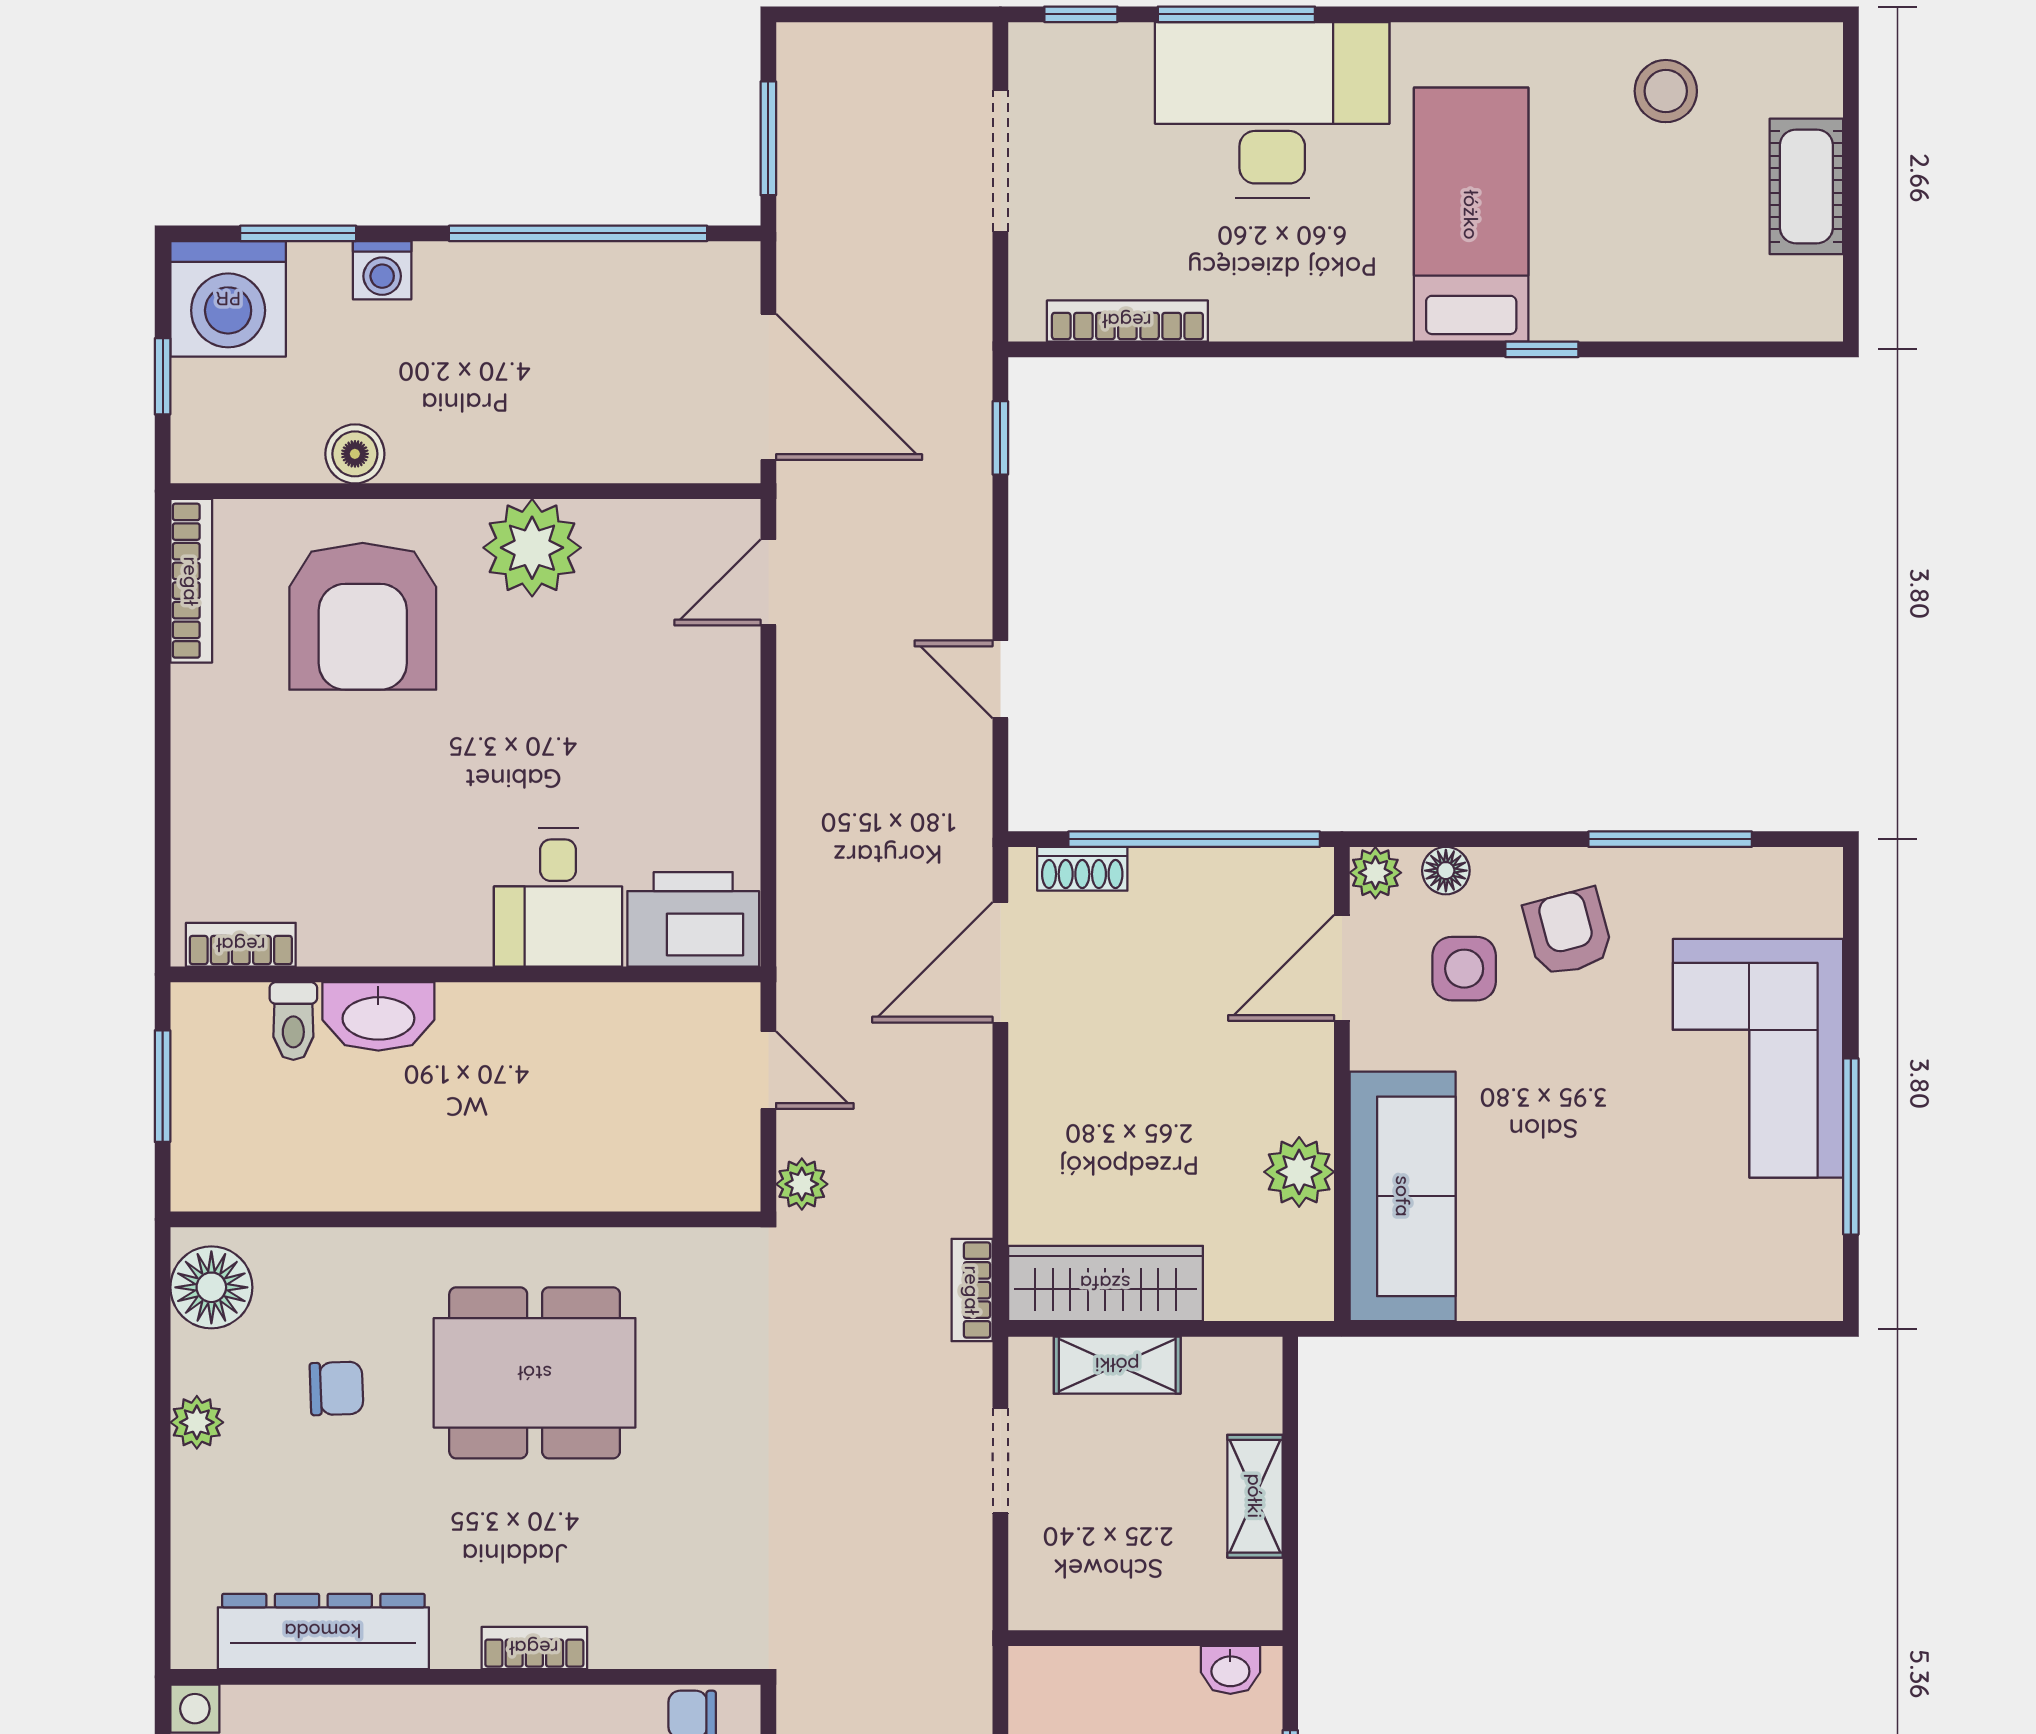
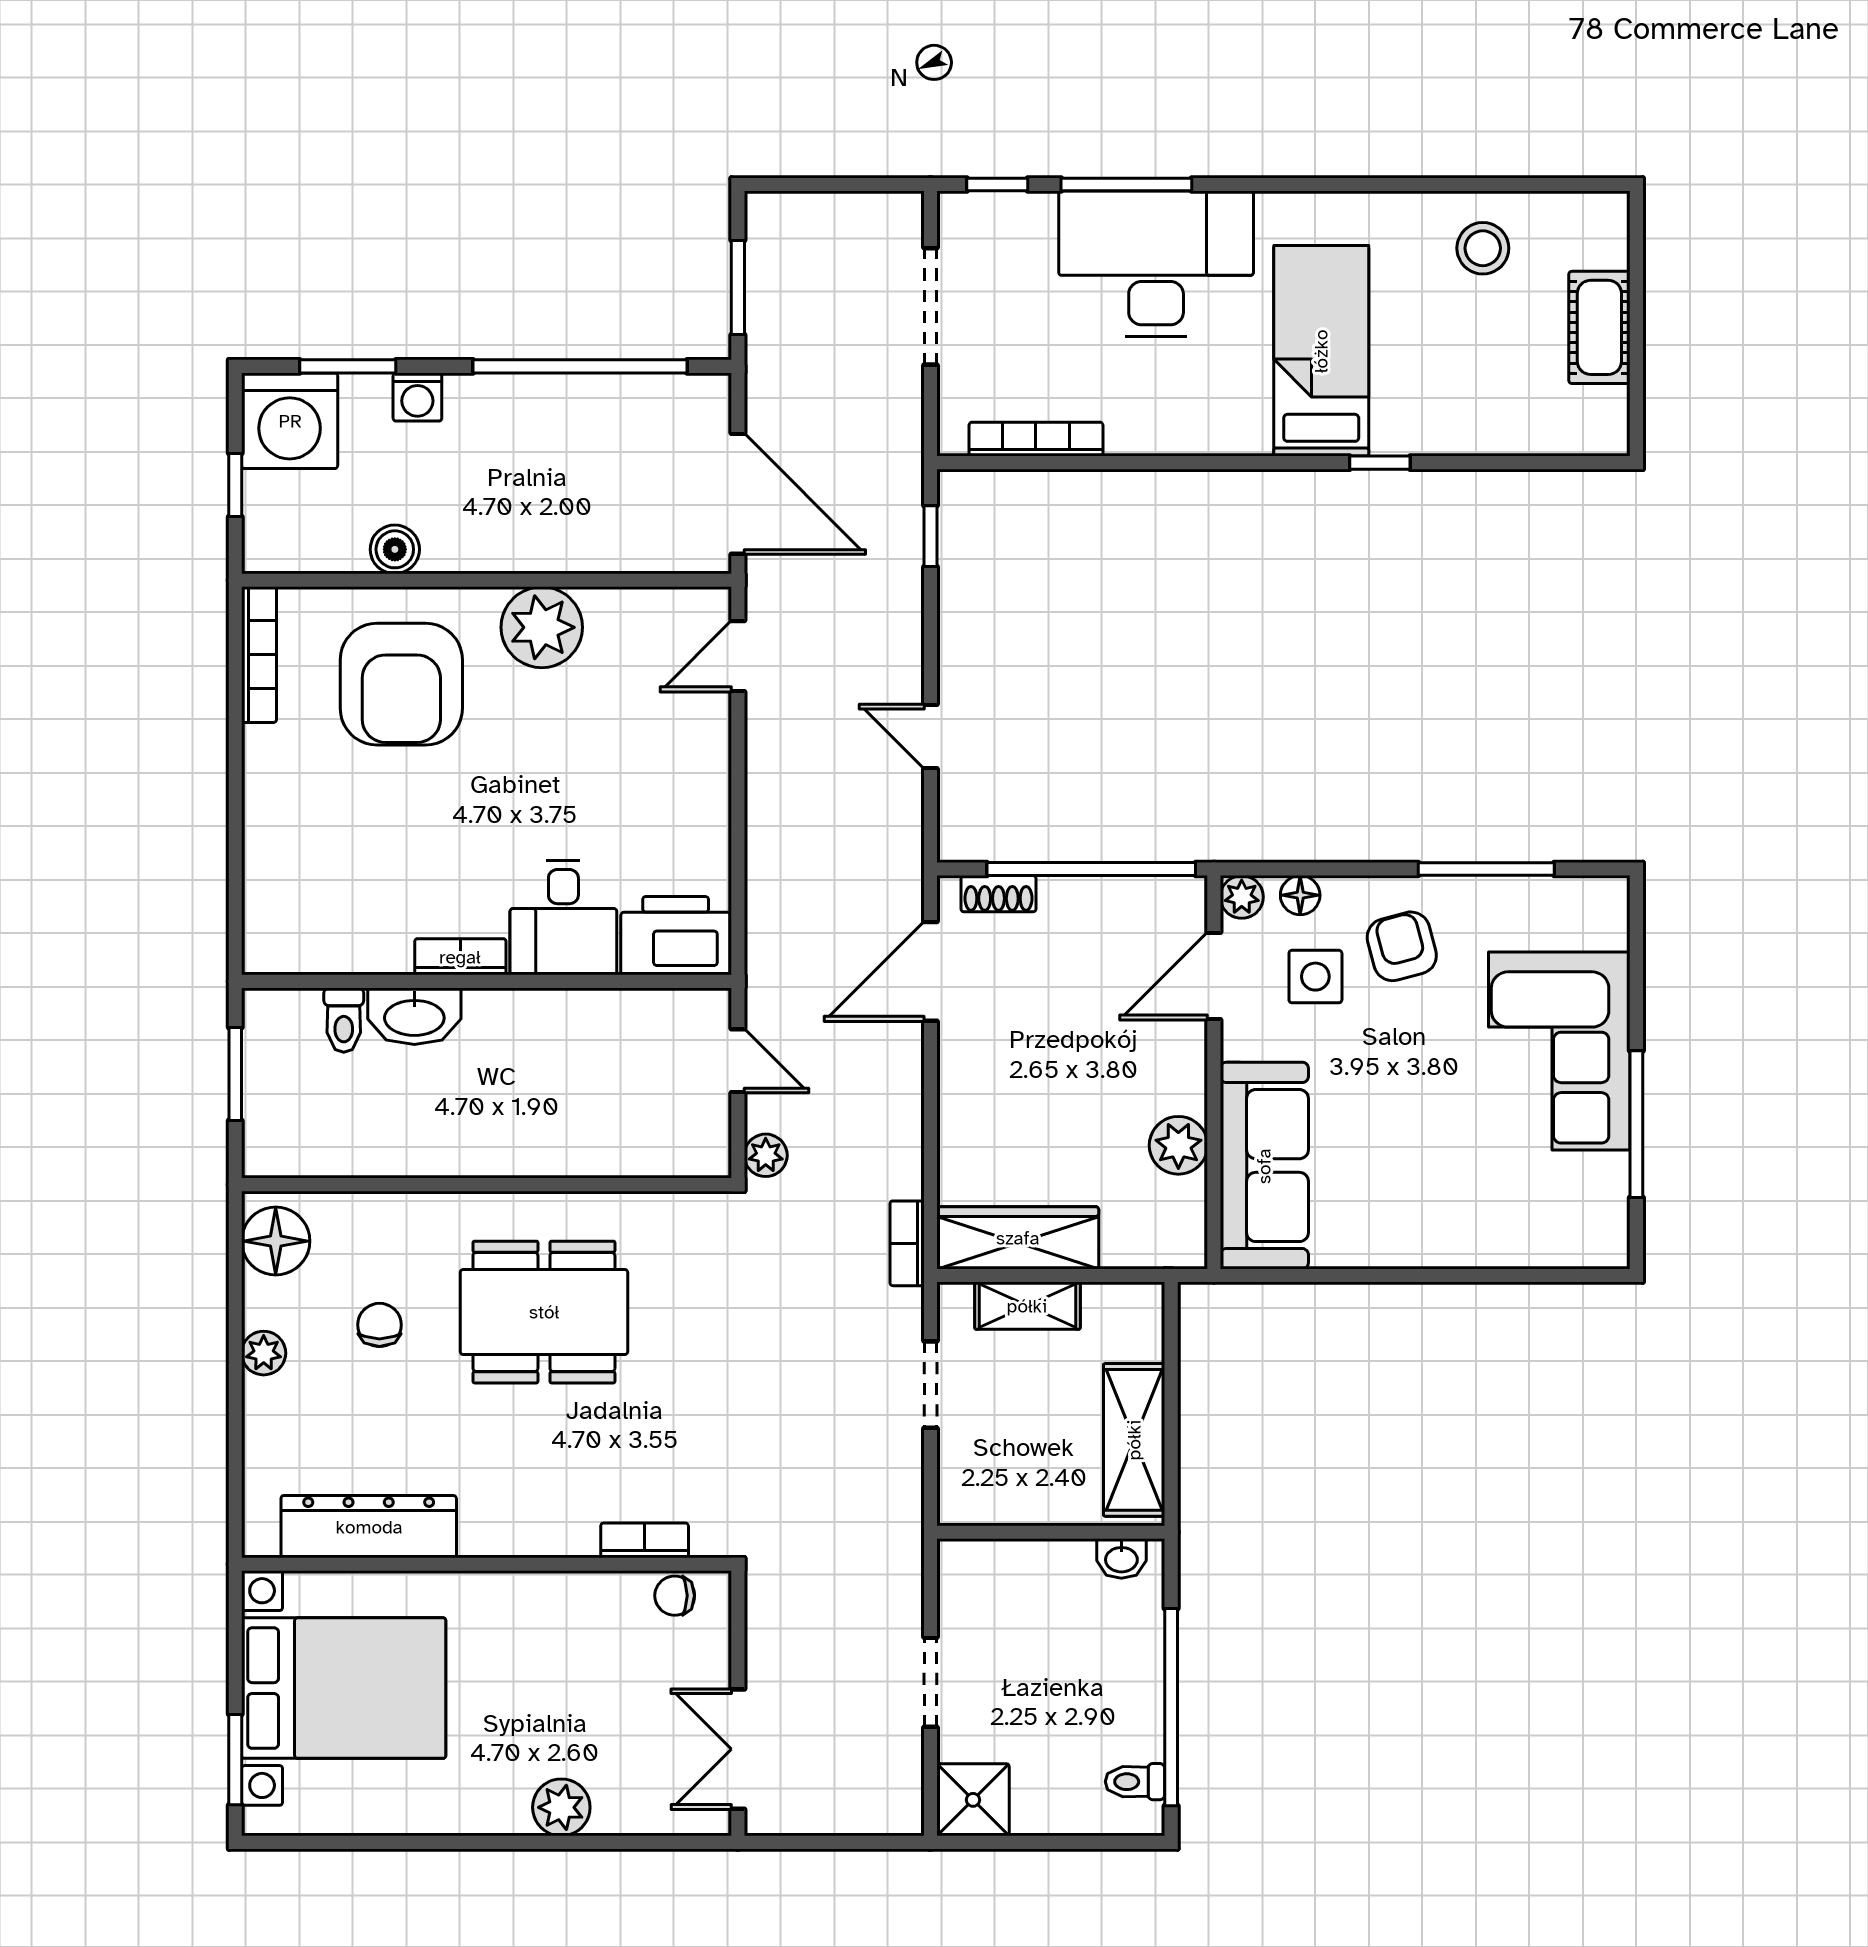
bookcase: (241, 945) -> (460, 957), moved
chair: (336, 1388) -> (379, 1325), turned -88
shelving: (1255, 1496) -> (1134, 1440), width x1.50, depth x1.33
bookcase: (534, 1648) -> (645, 1540), moved

